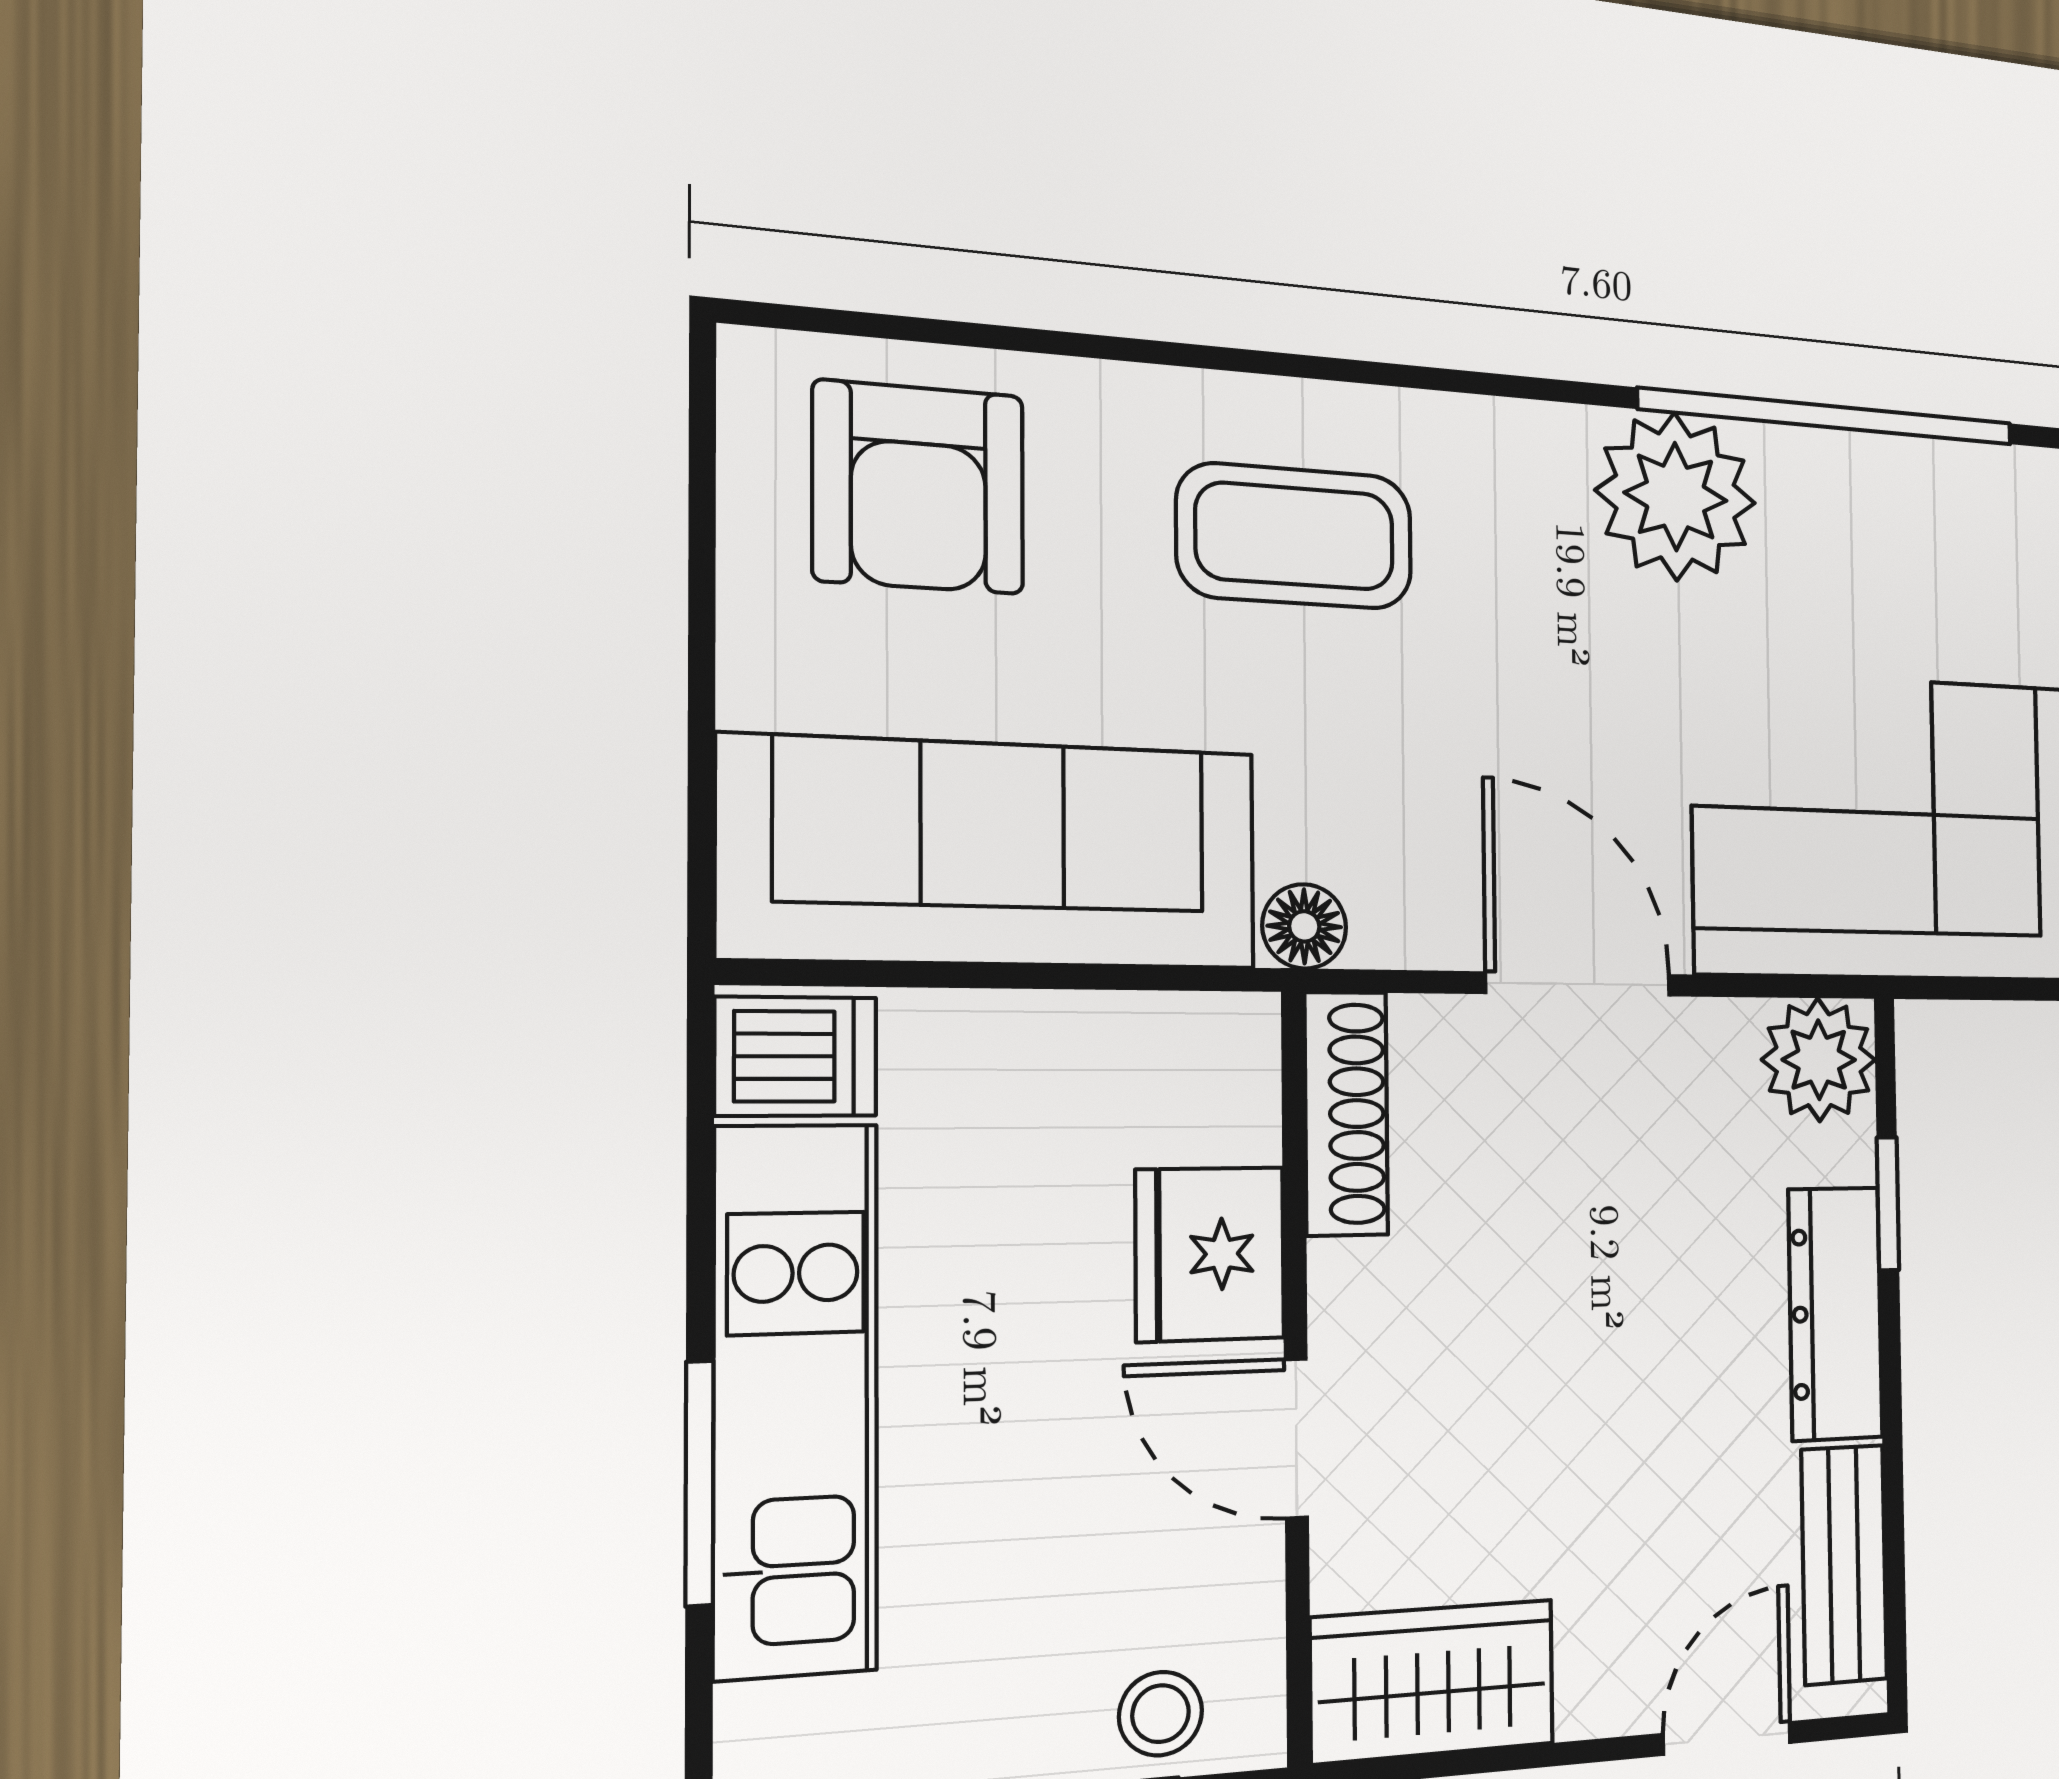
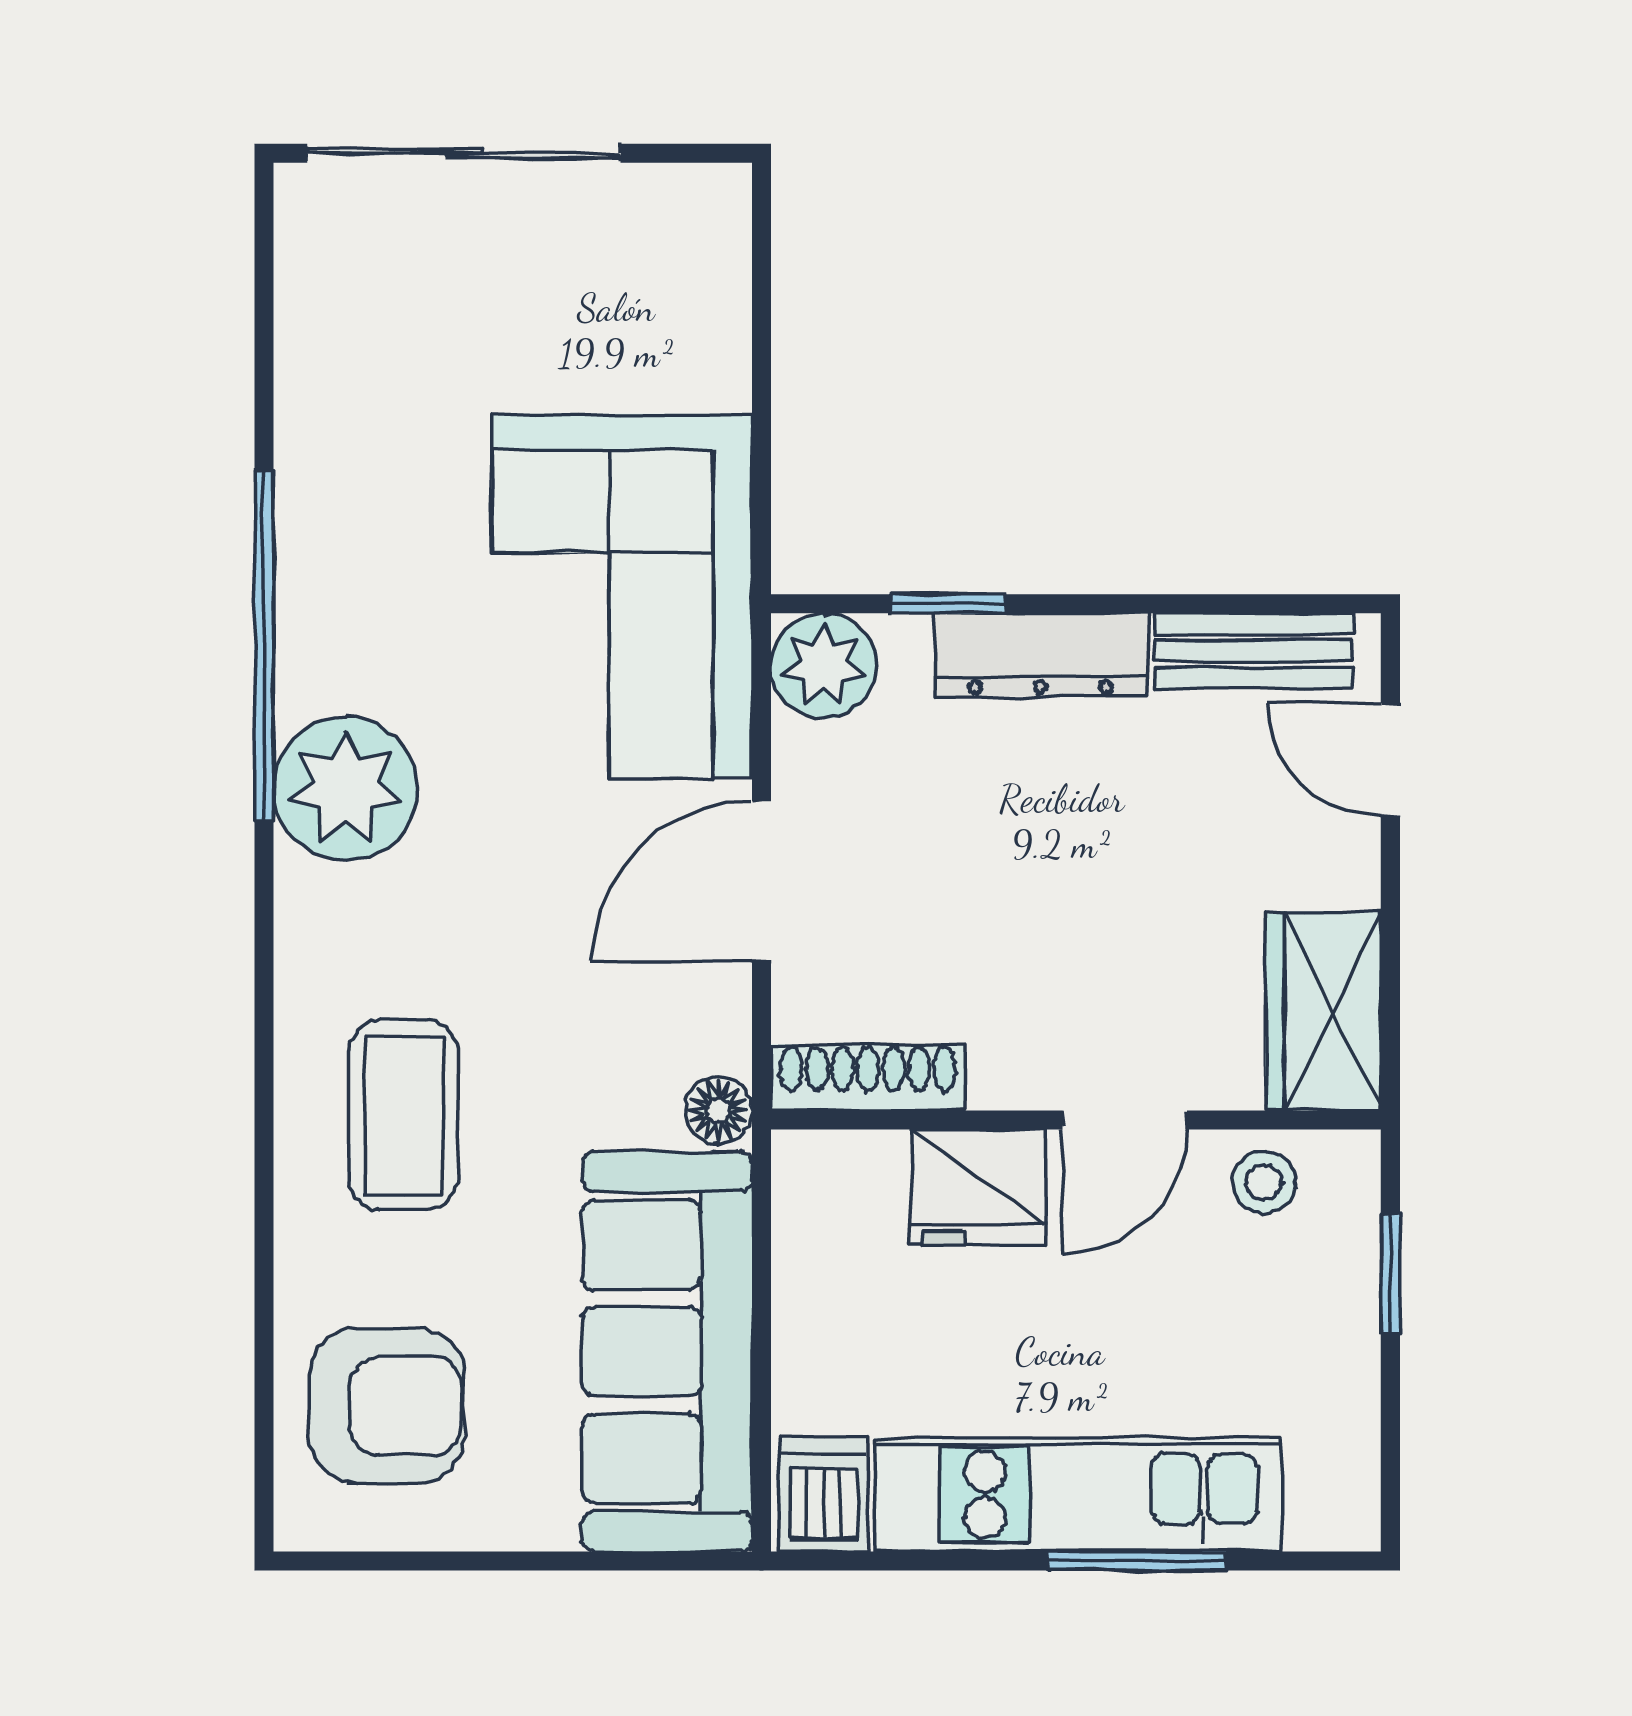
stool: (1161, 1714) -> (1264, 1182), moved

